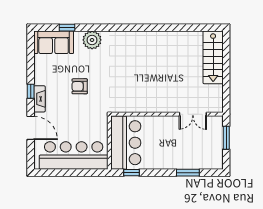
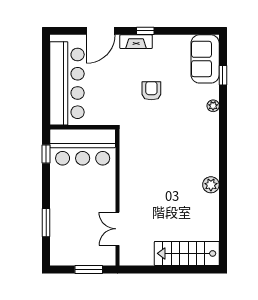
plant: (157, 37) -> (211, 185), added
plant: (92, 40) -> (213, 106), width x0.53, depth x0.53

